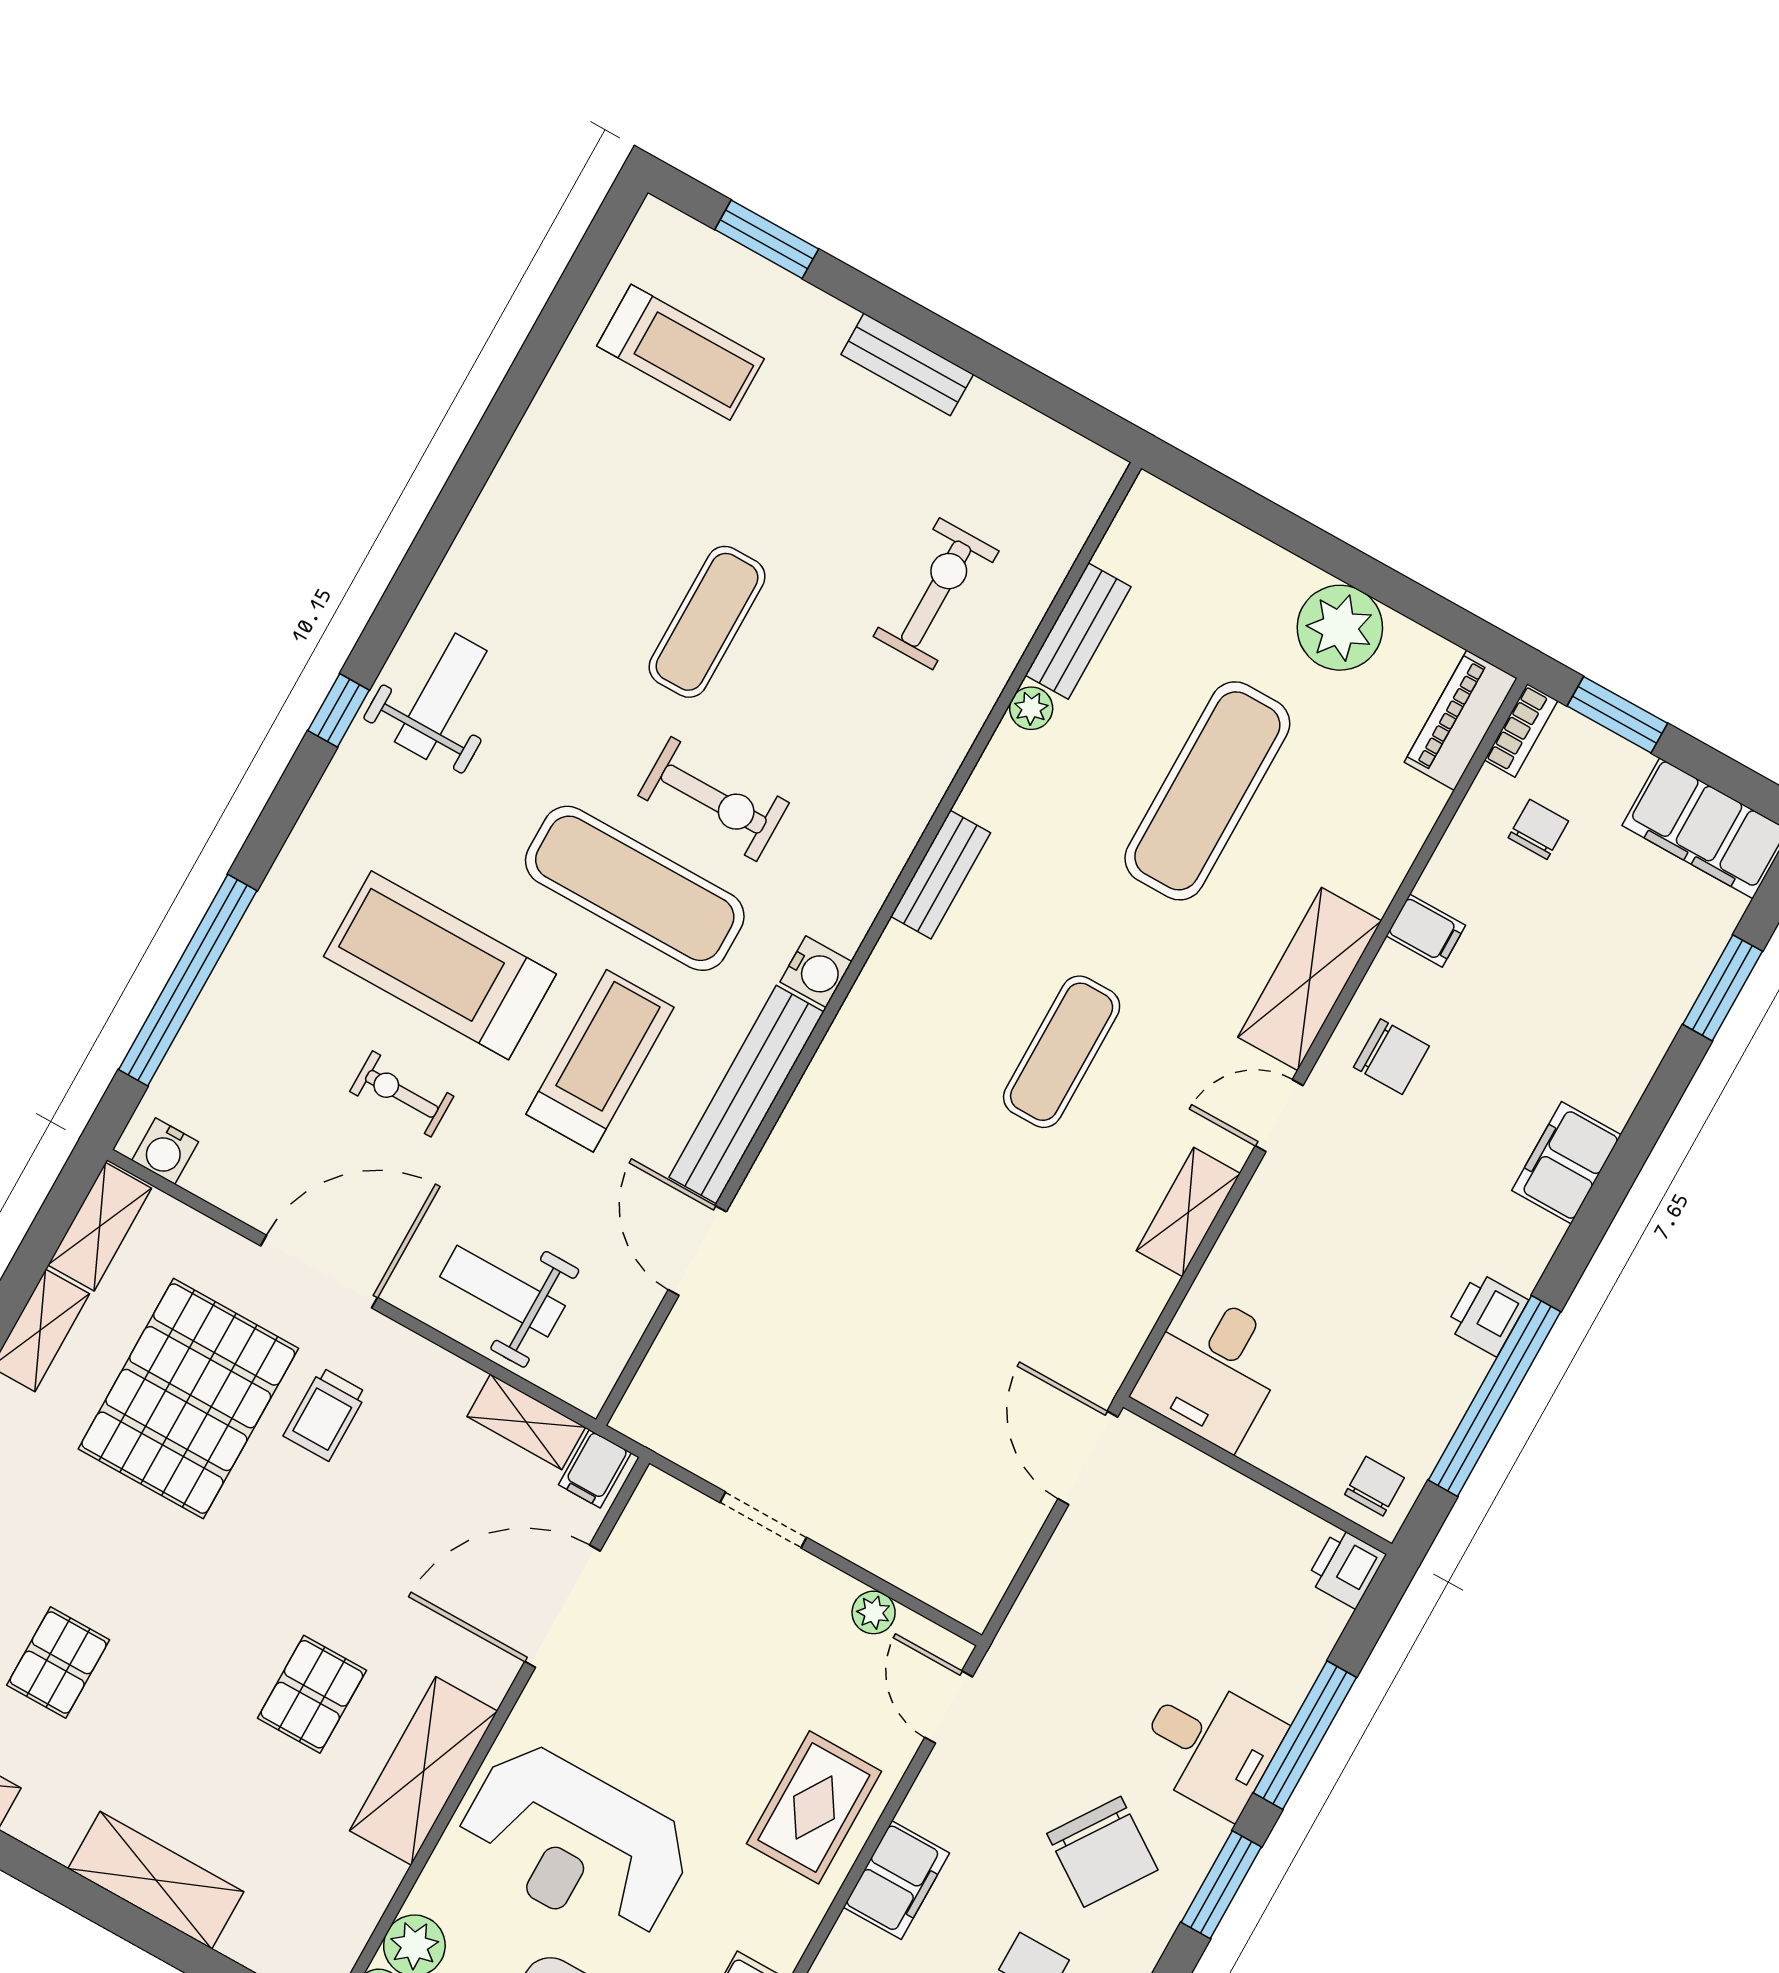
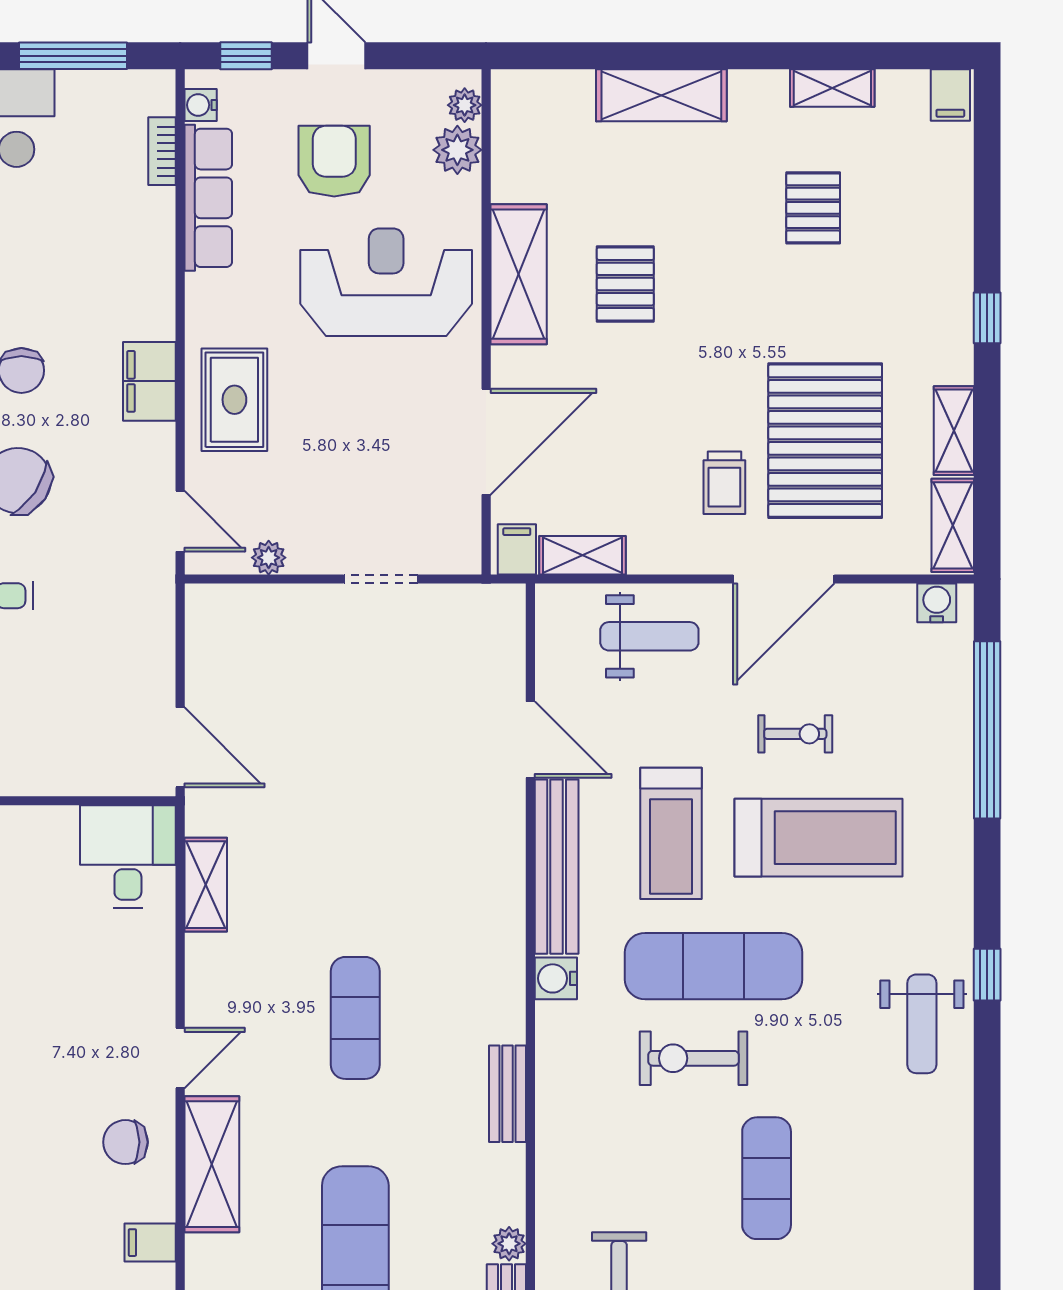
shelving: (1188, 1212) -> (206, 885), moved
trolley: (325, 1414) -> (724, 483), turned 180

